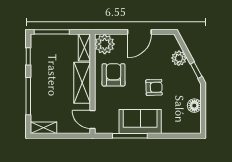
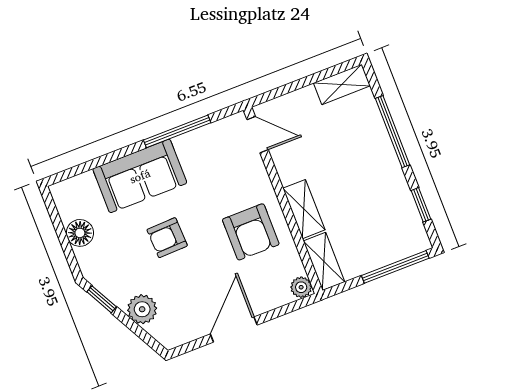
plant: (105, 44) -> (301, 287), width x0.53, depth x0.53
shelving: (82, 83) -> (304, 209), width x0.67, depth x0.75
sofa: (140, 122) -> (140, 176), moved

